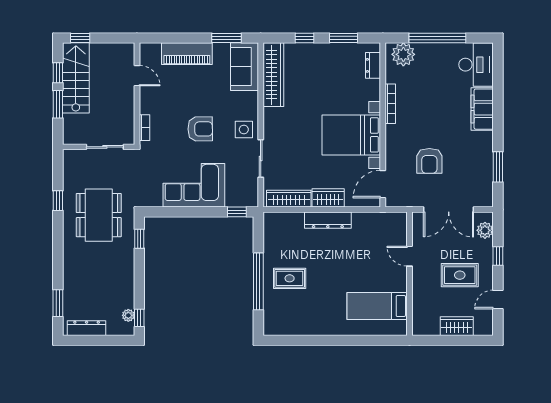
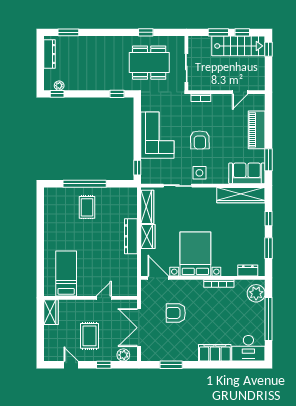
dining table: (99, 215) -> (149, 63), moved
wardrobe: (457, 326) -> (51, 312), moved

